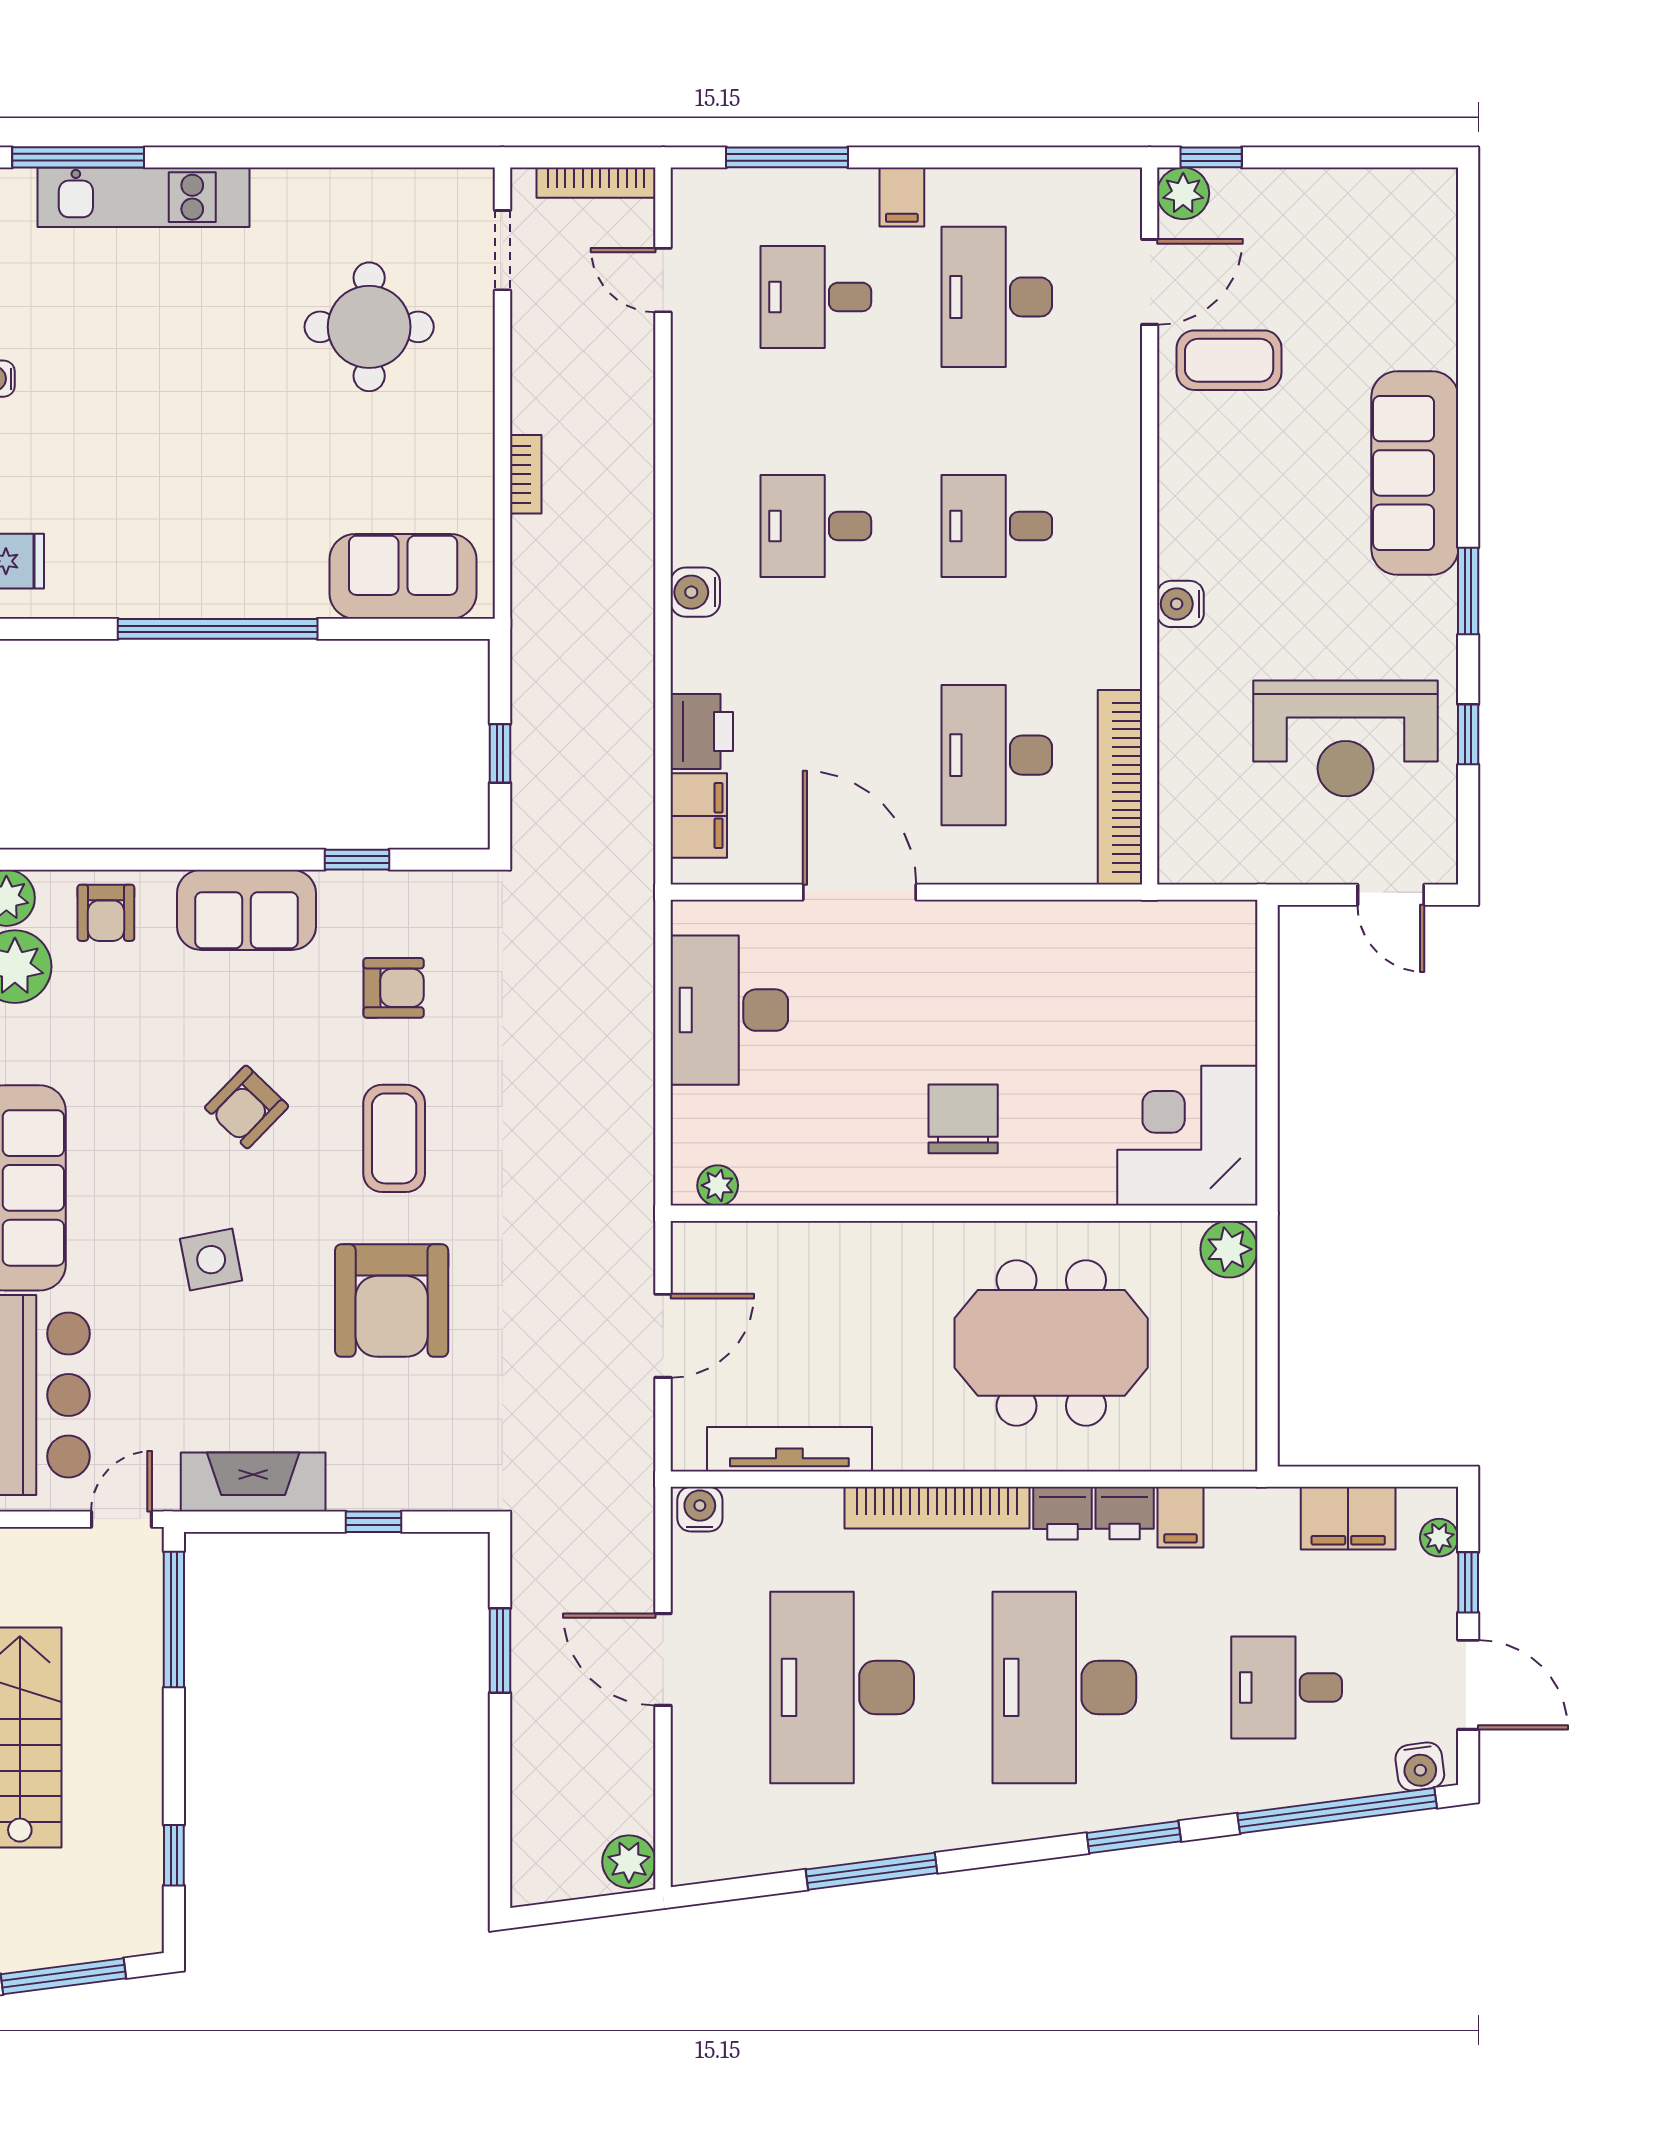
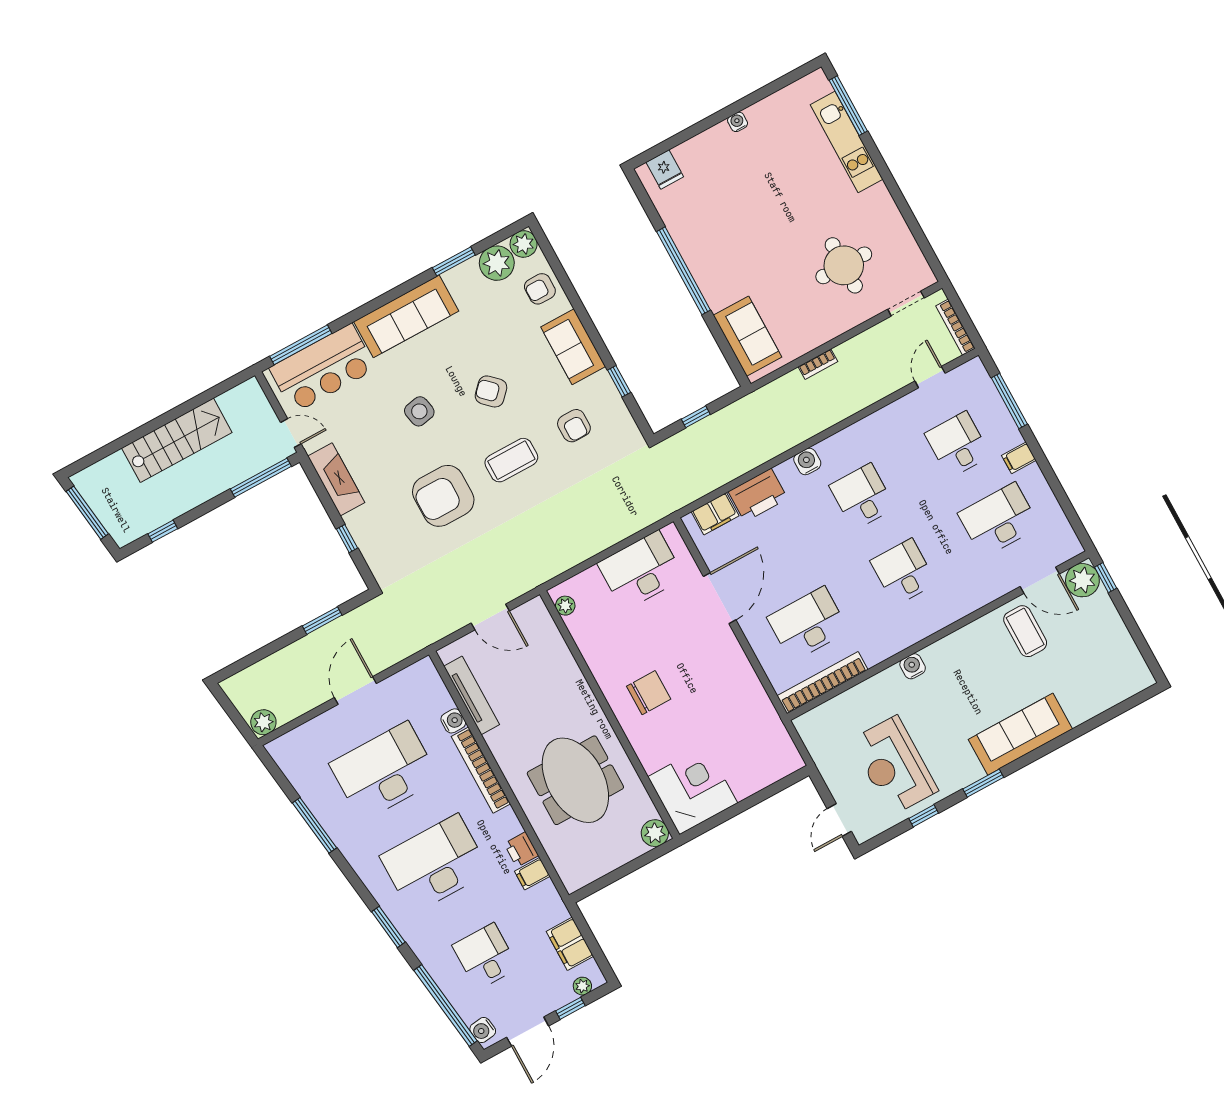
plant: (1183, 193) -> (1082, 580), width x1.36, depth x1.36
printer: (702, 732) -> (758, 495), width x1.37, depth x1.19
water cooler: (700, 1509) -> (453, 721), moved
printer: (1063, 1513) -> (507, 824), removed

